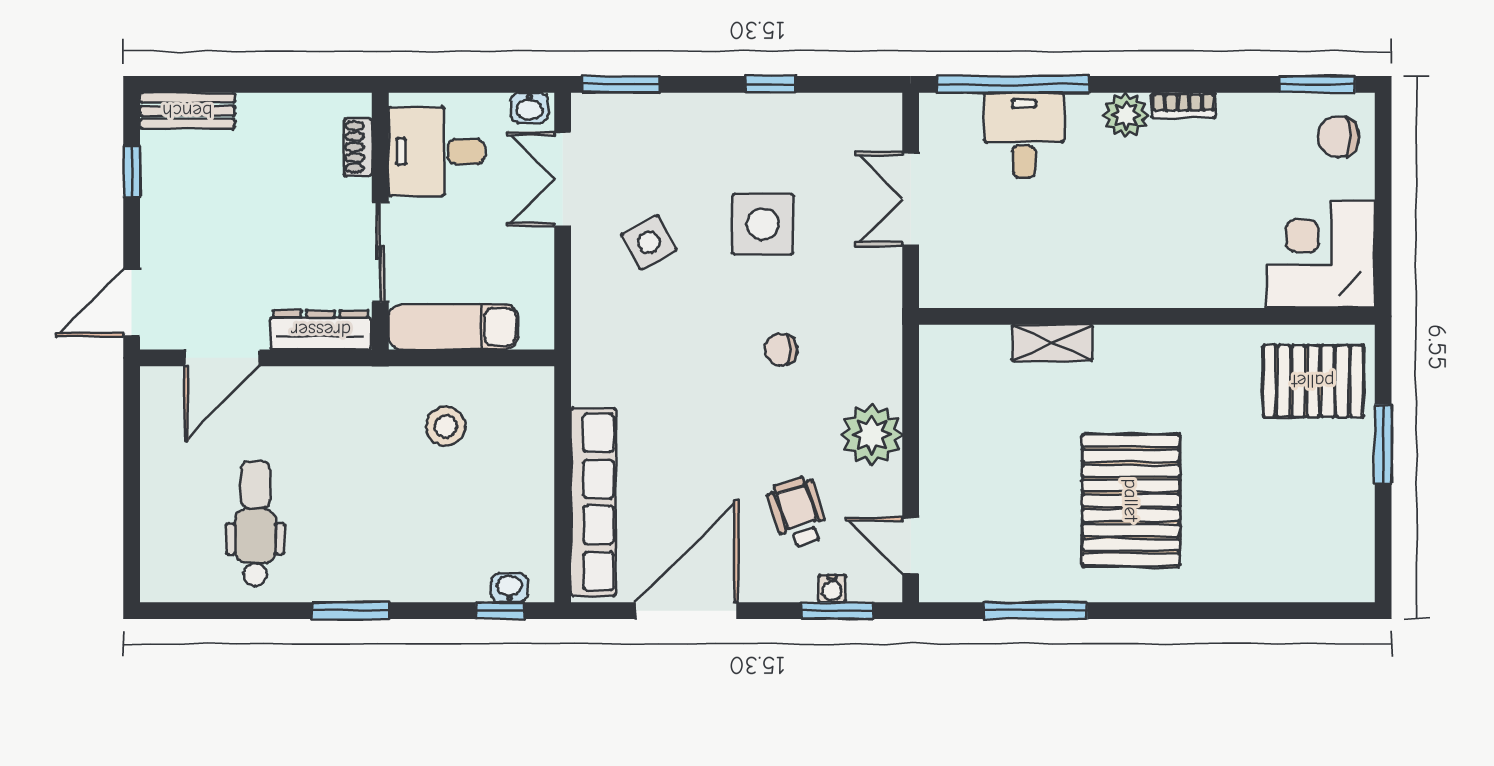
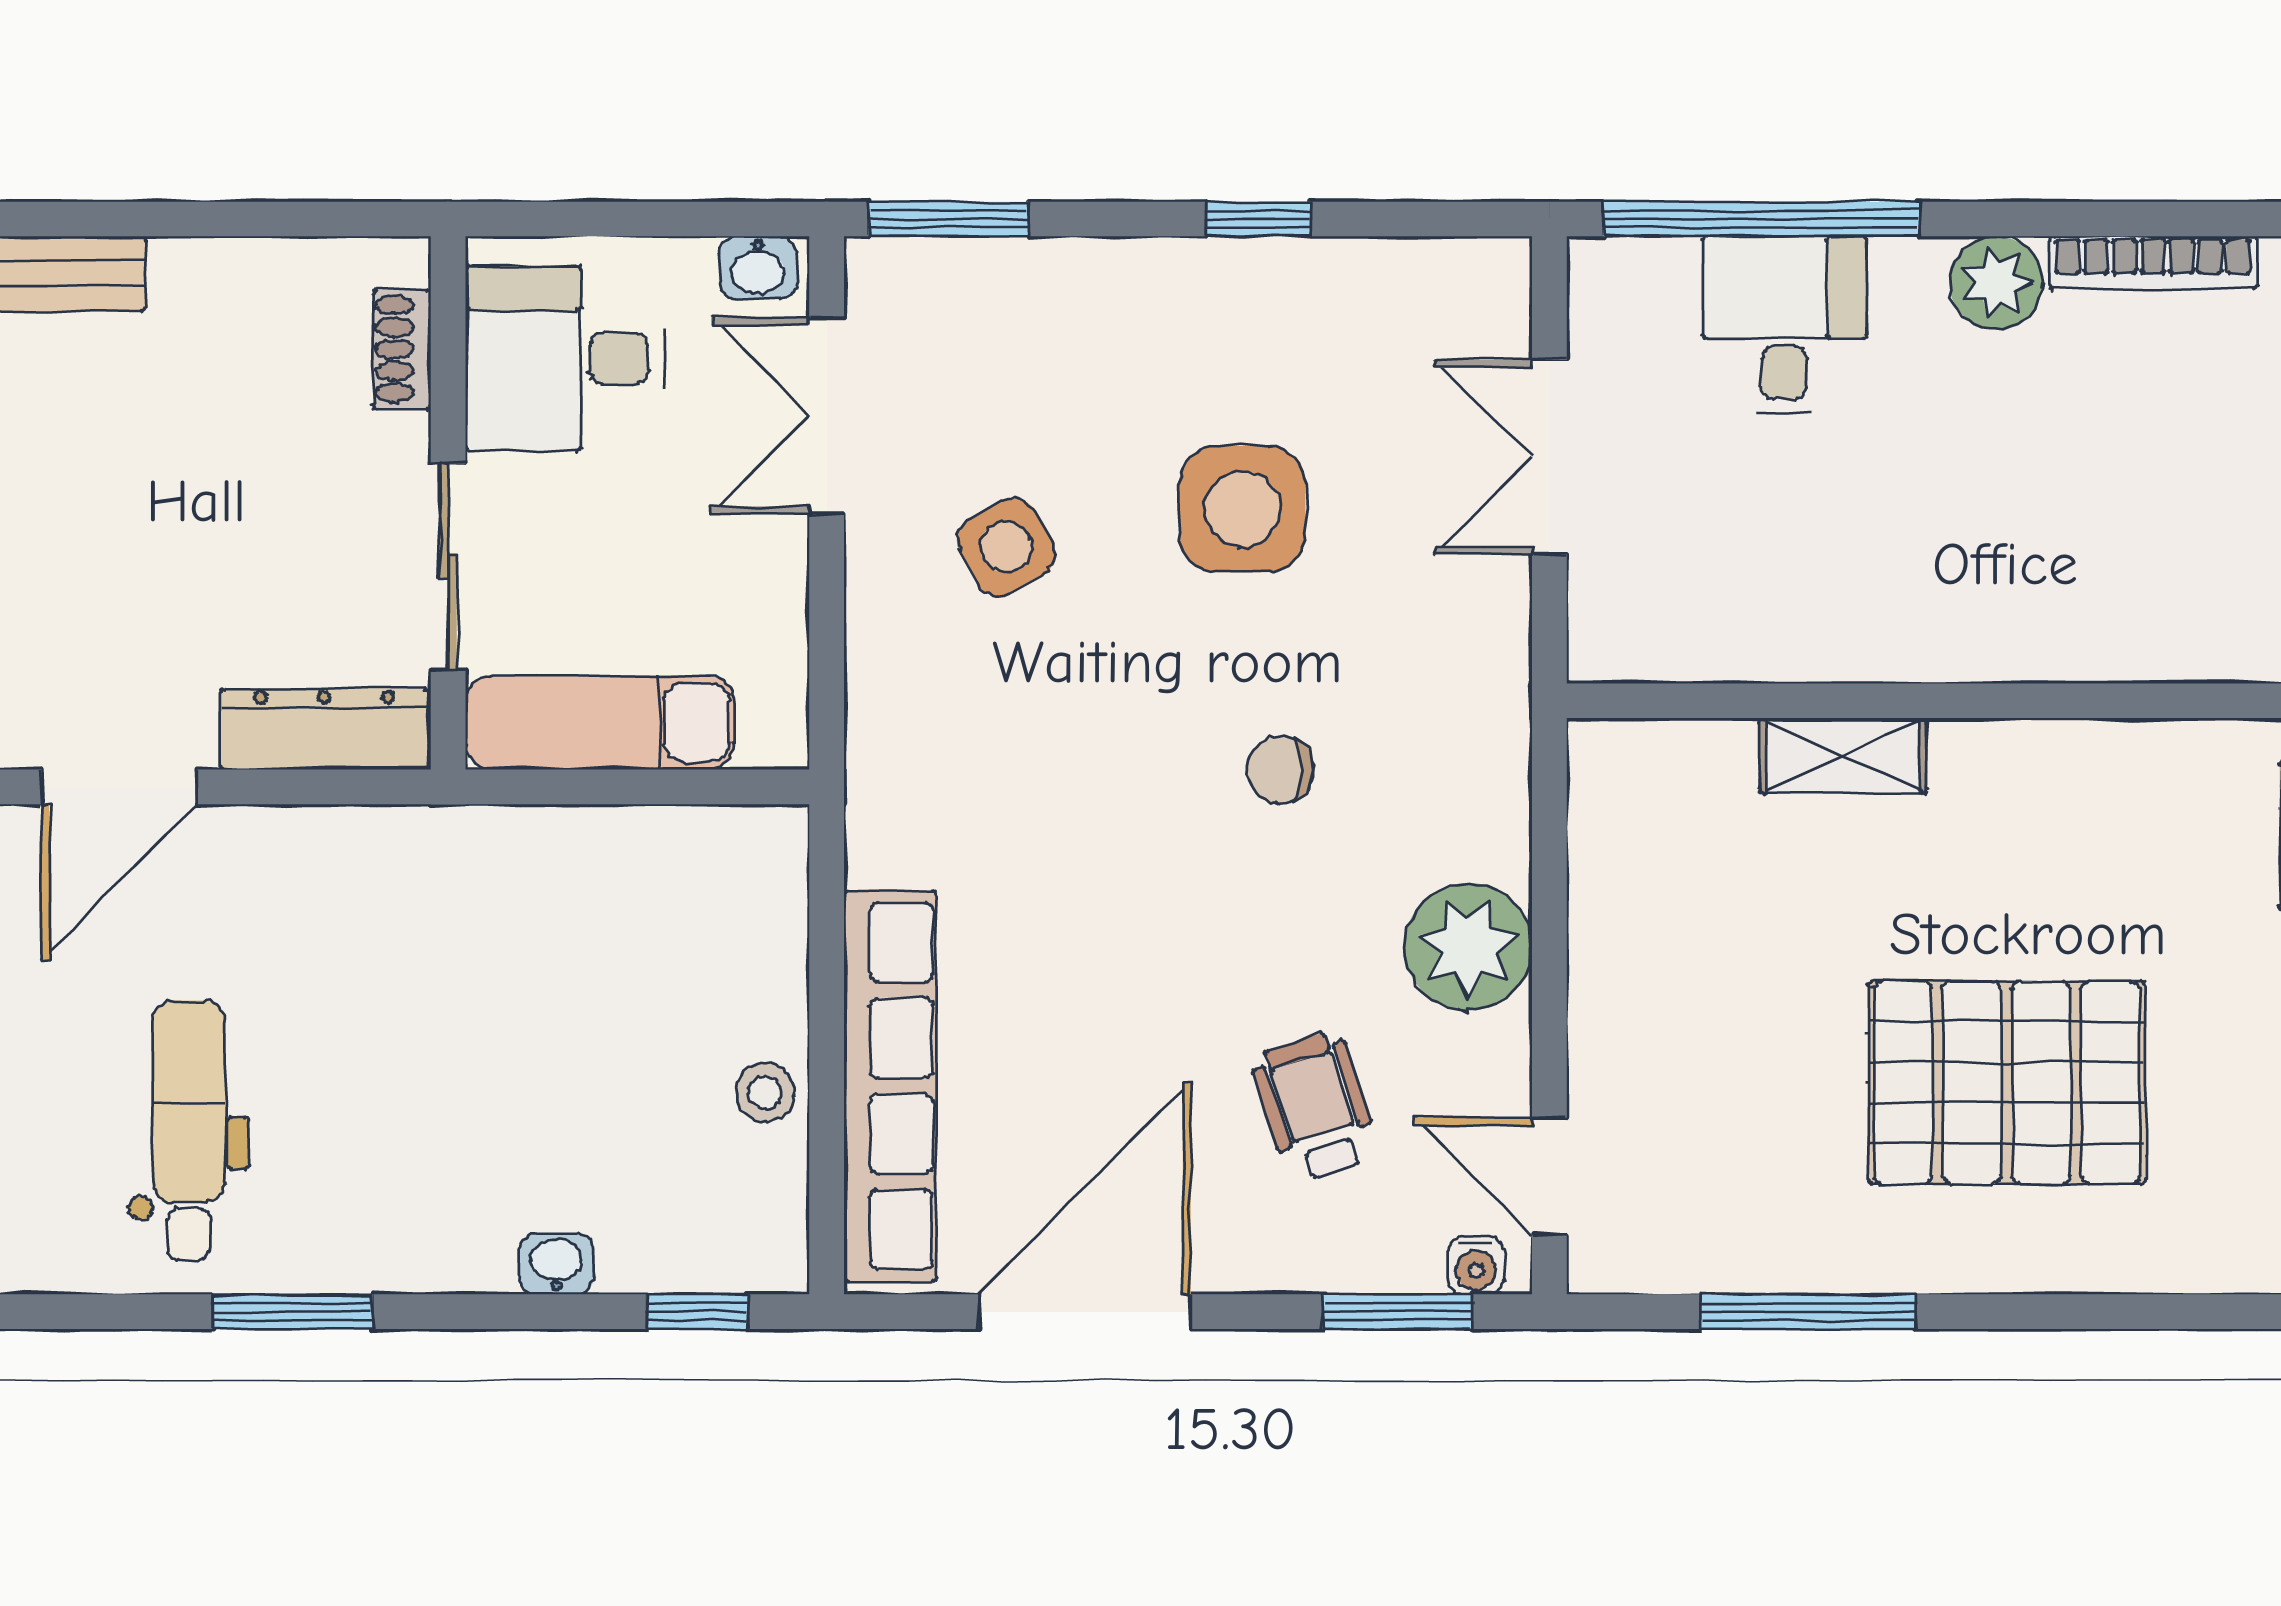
bookcase: (1183, 105) -> (2153, 263), width x1.56
stool: (446, 426) -> (765, 1092), moved, width x0.73, depth x0.73
pallet: (1131, 500) -> (2007, 1083), turned 90
washbasin: (509, 588) -> (556, 1264), moved
water cooler: (832, 588) -> (1476, 1266), moved
window: (351, 611) -> (292, 1312), moved

